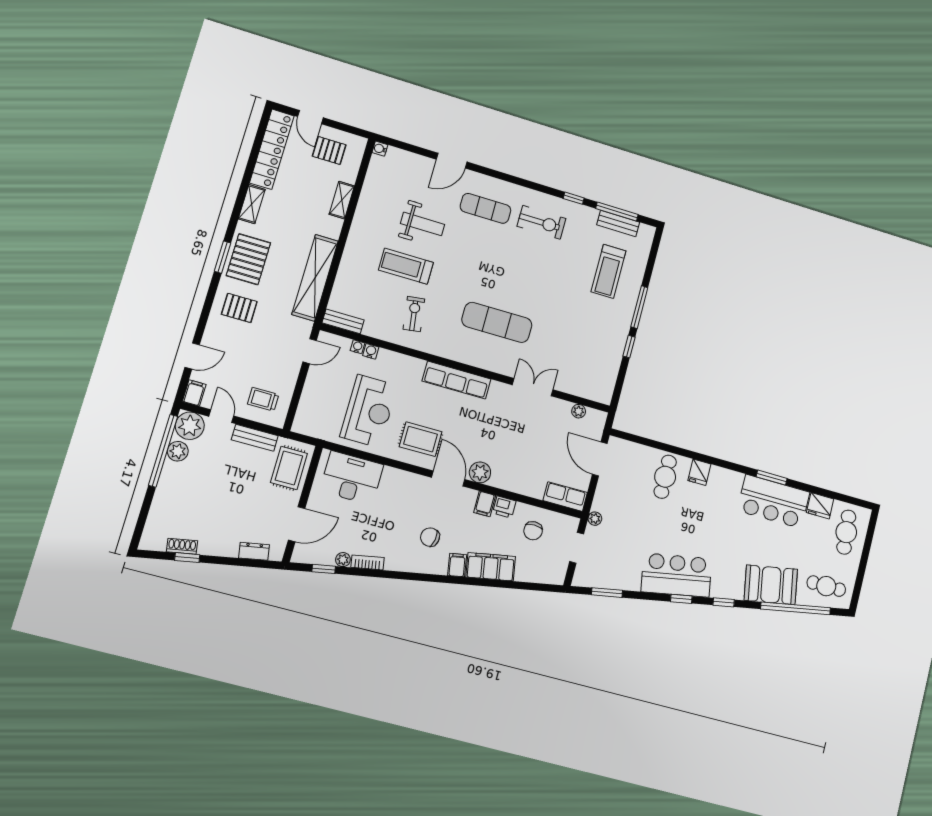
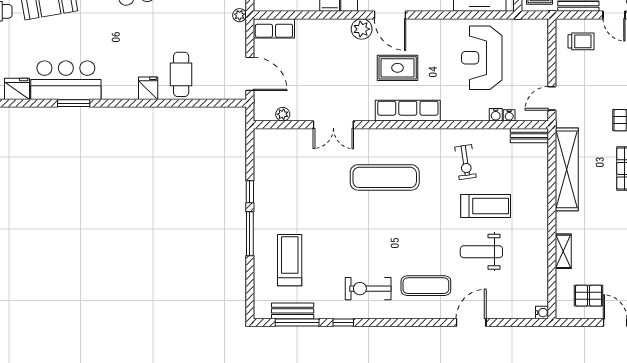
rug: (421, 439) -> (398, 68), moved

